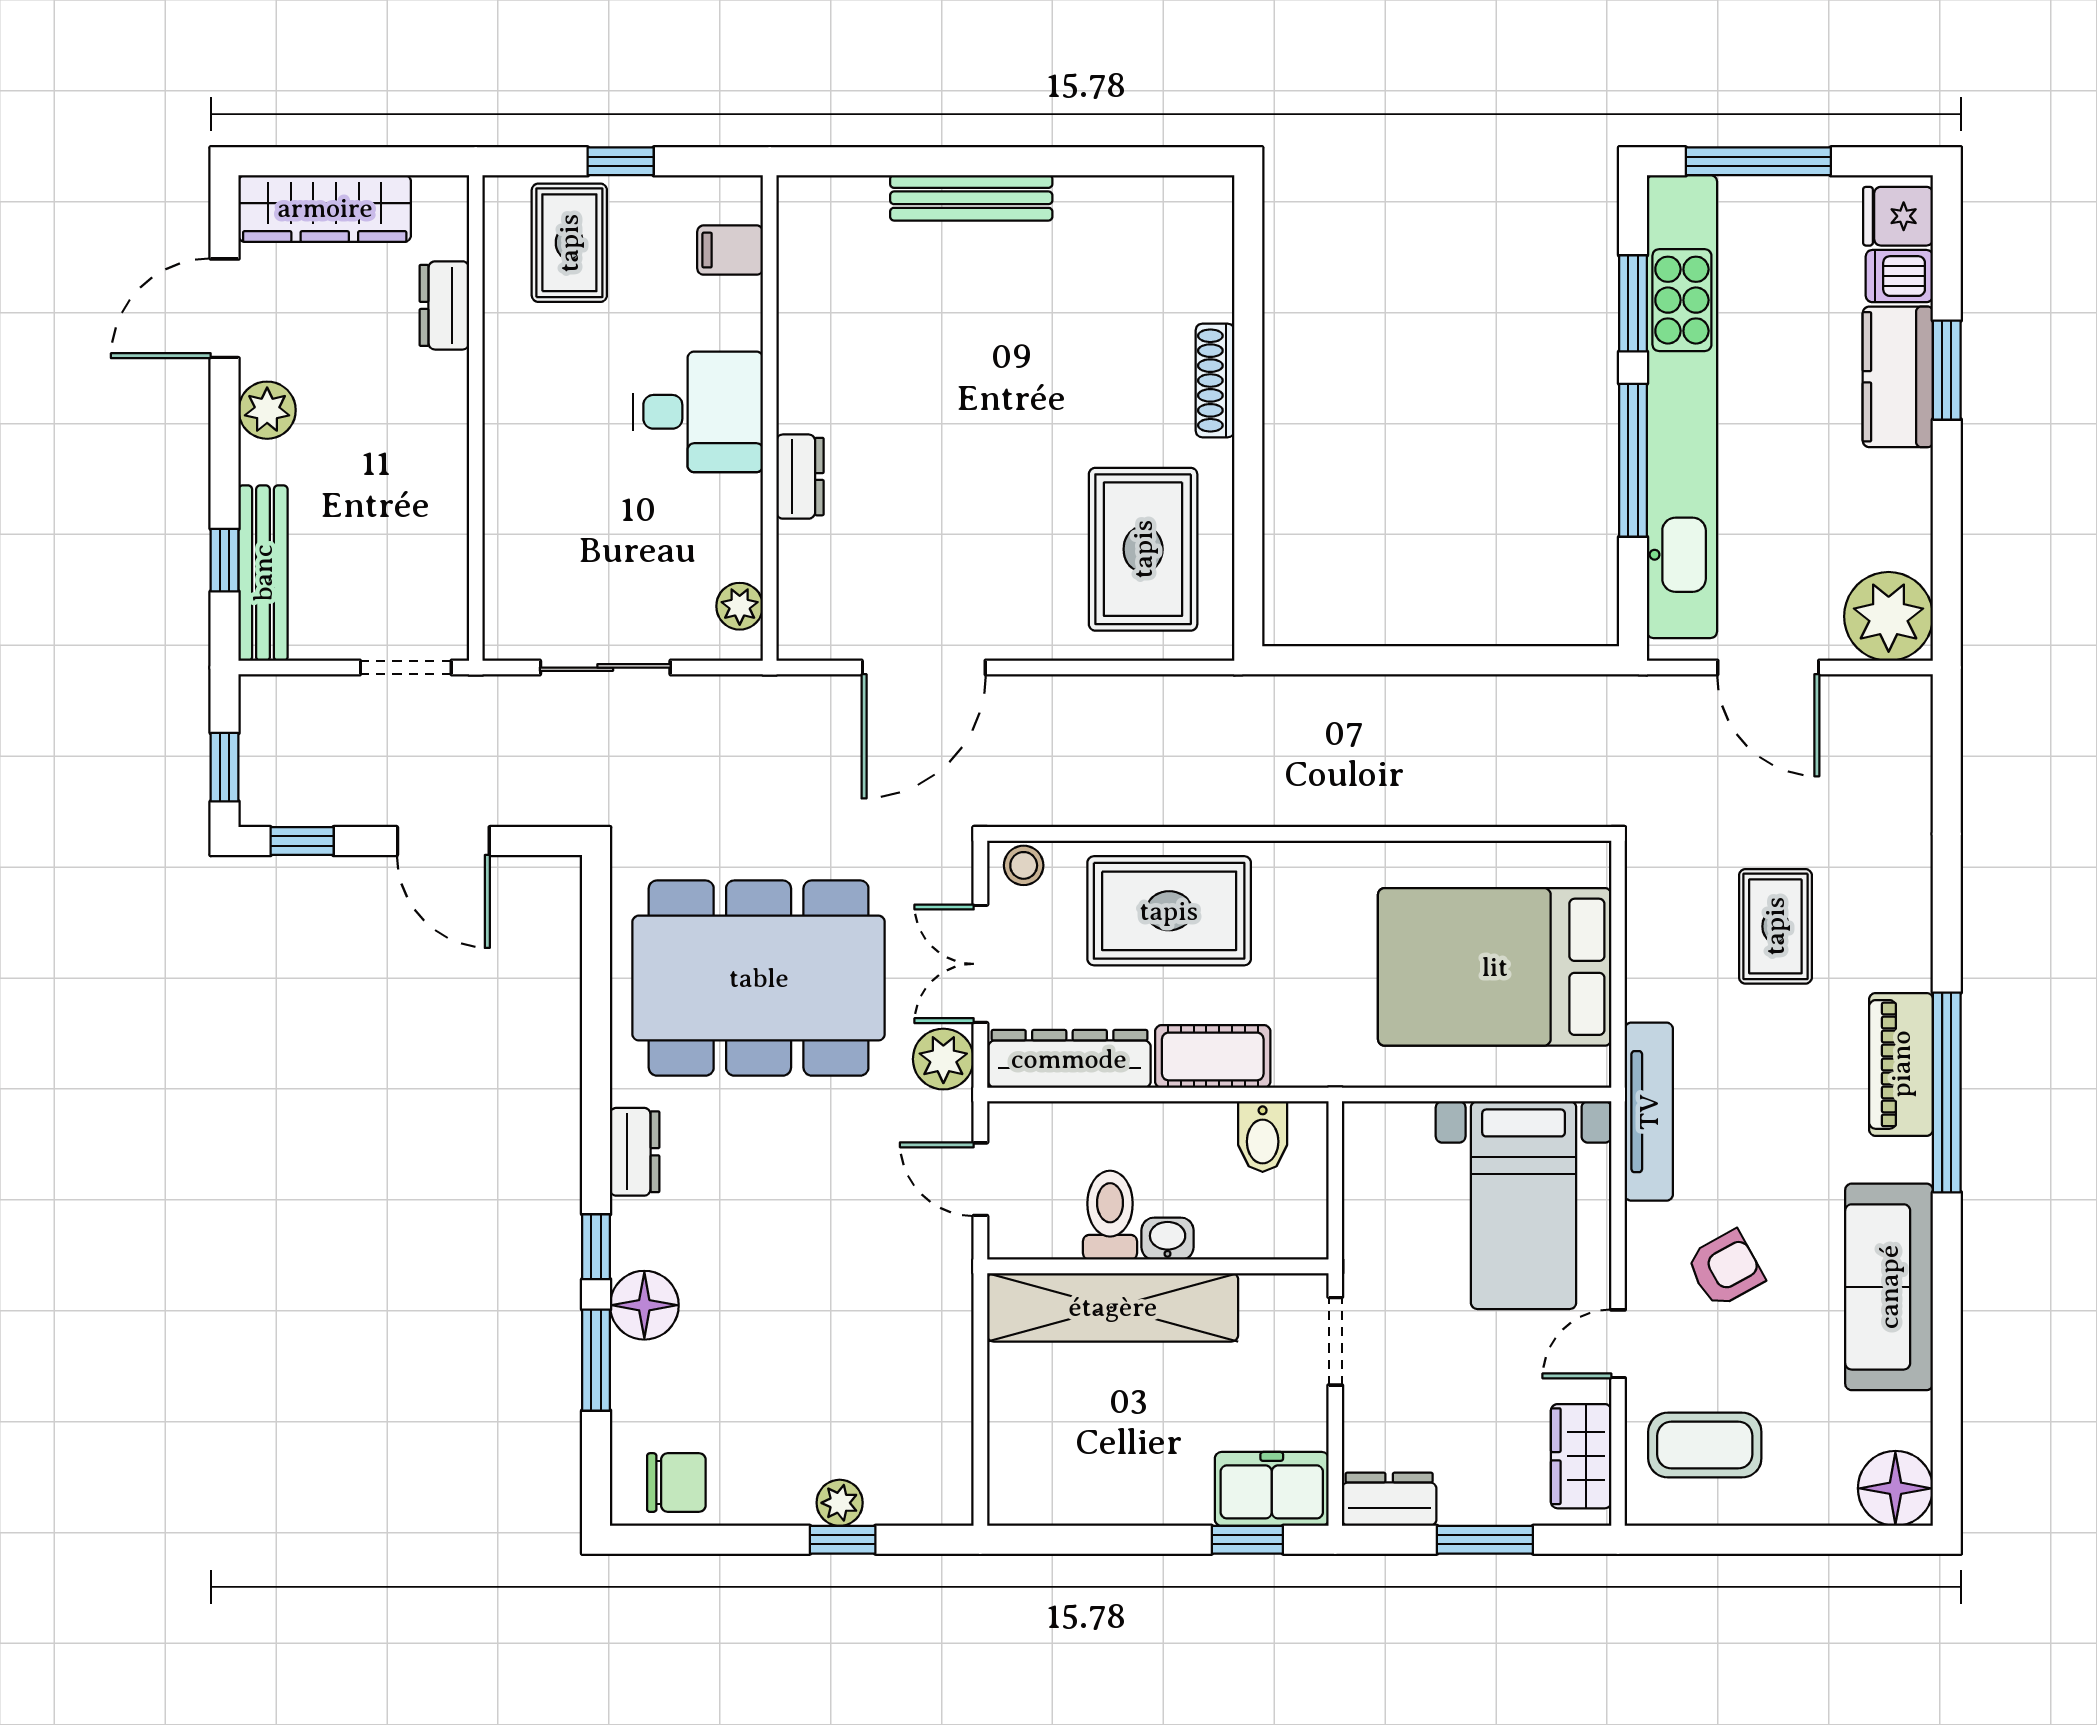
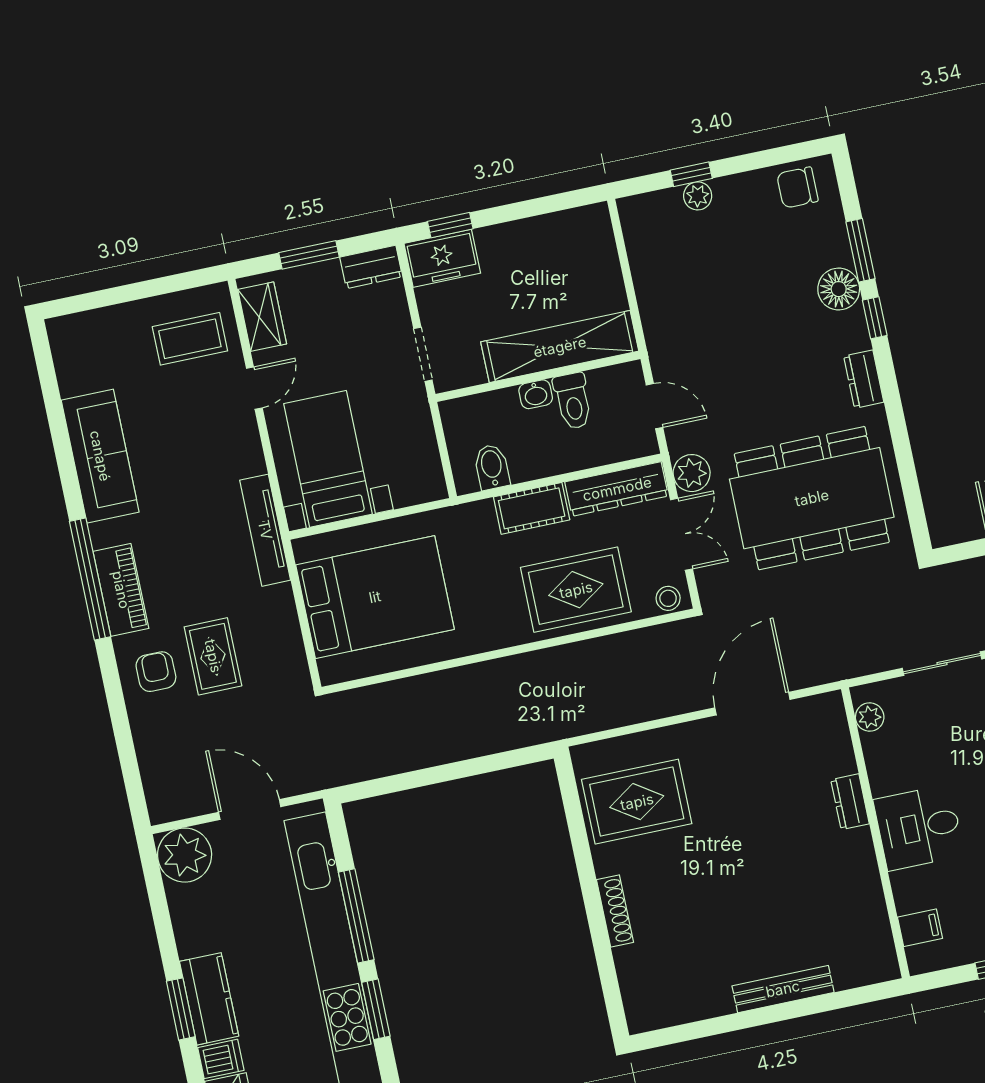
rug: (1143, 549) -> (637, 802), turned 90
armchair: (1725, 1269) -> (156, 672), moved, turned 119
floor lamp: (1895, 1488) -> (71, 337), removed

